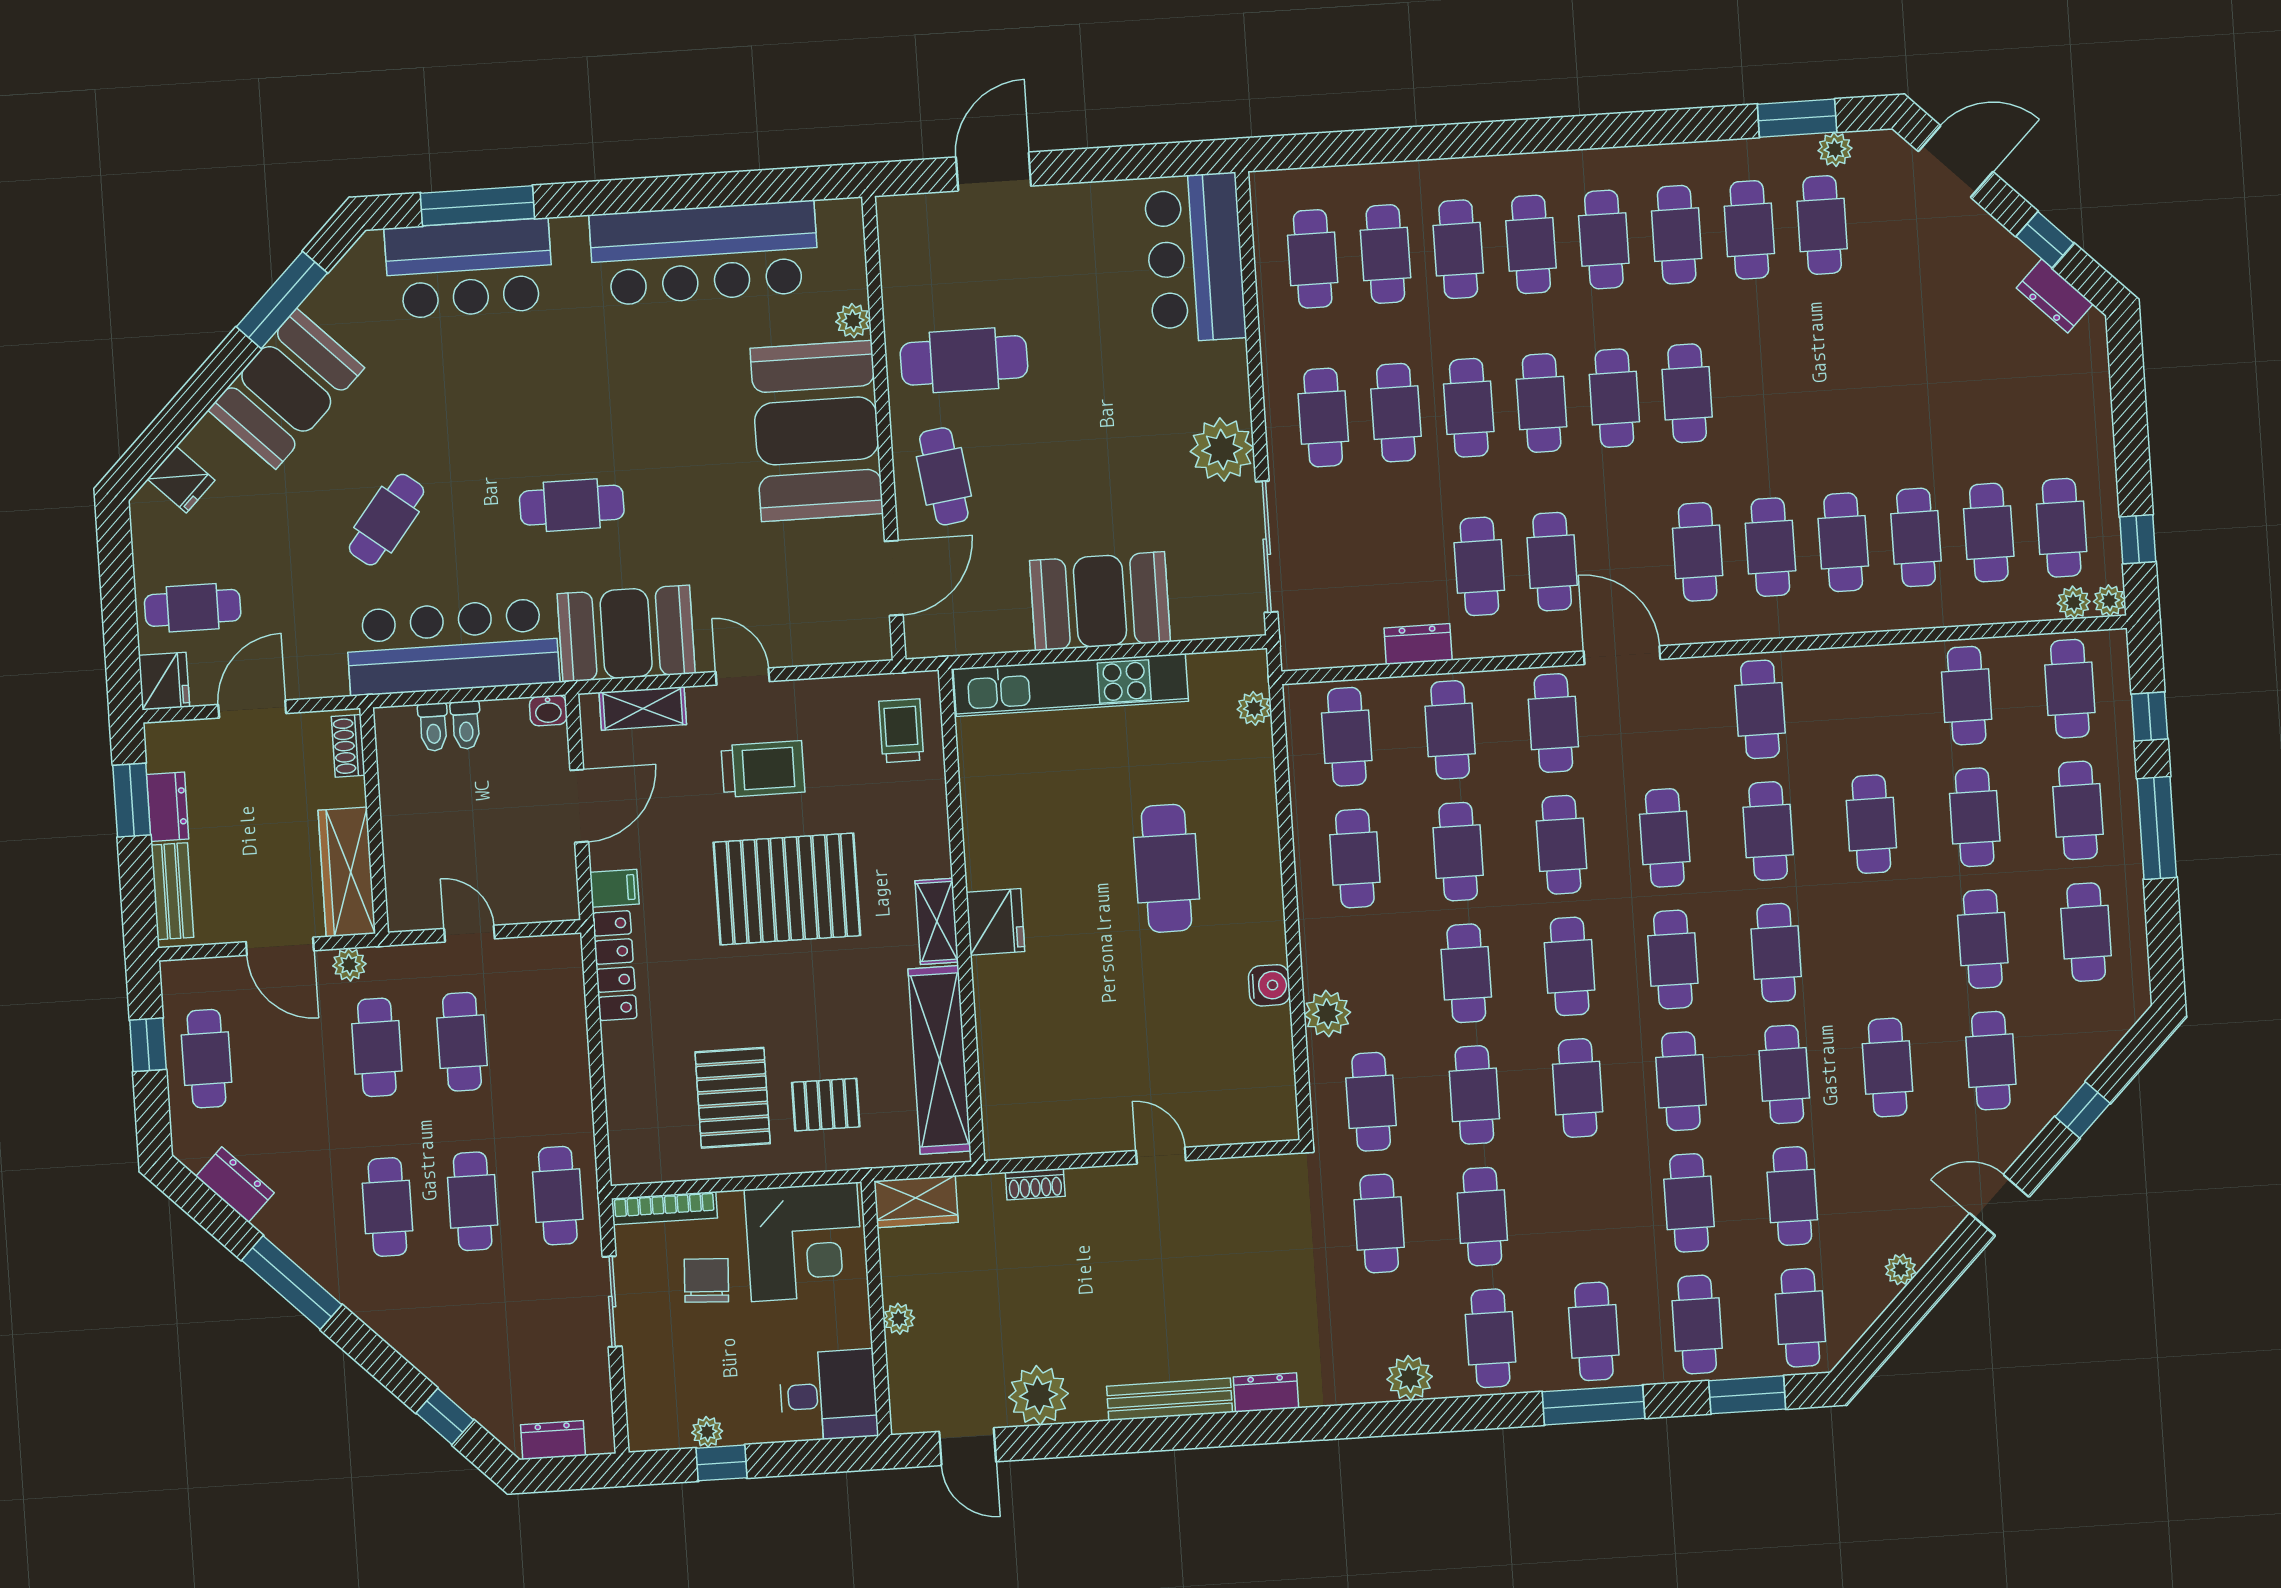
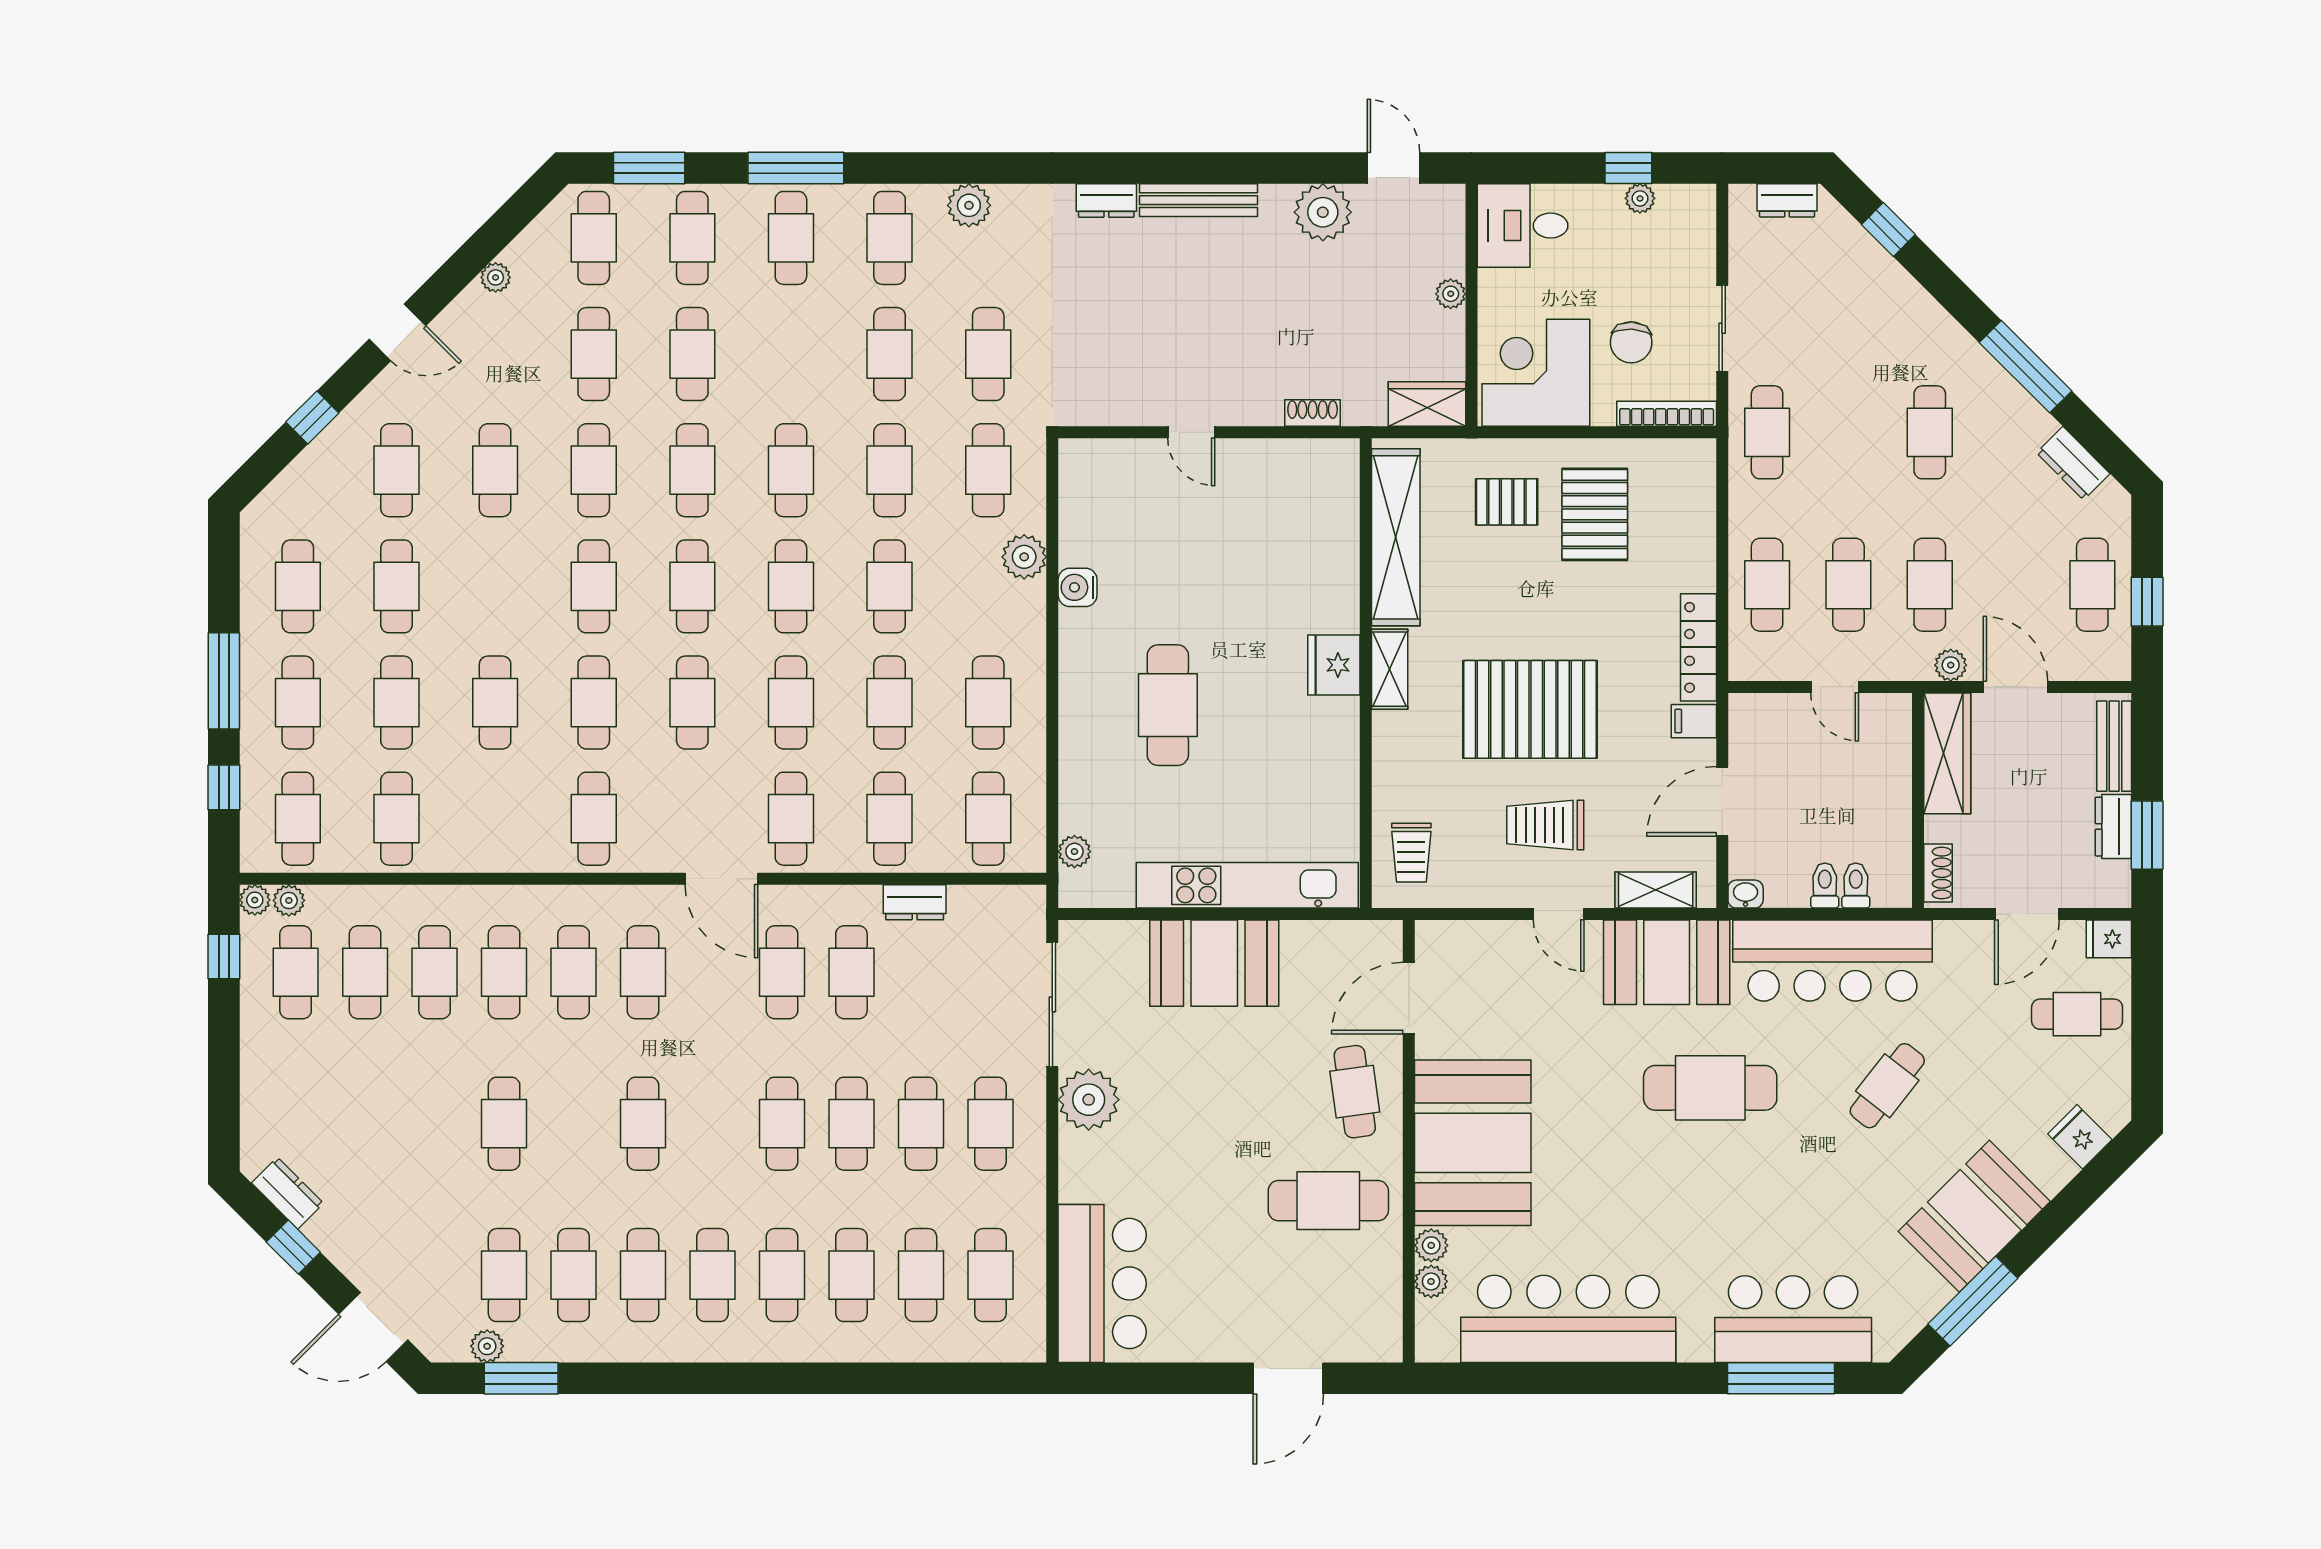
plant: (851, 283) -> (1431, 1281), added
cafe table: (1614, 398) -> (504, 1124), moved
cafe table: (572, 505) -> (1710, 1088), width x1.37, depth x1.35
fridge: (164, 681) -> (2109, 939), width x0.72
cafe table: (473, 1201) -> (1767, 585), moved

